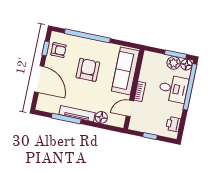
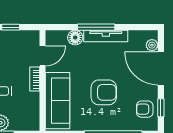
armchair: (88, 70) -> (104, 92), turned -90
plant: (42, 99) -> (152, 45), added
window: (66, 119) -> (96, 27), moved

